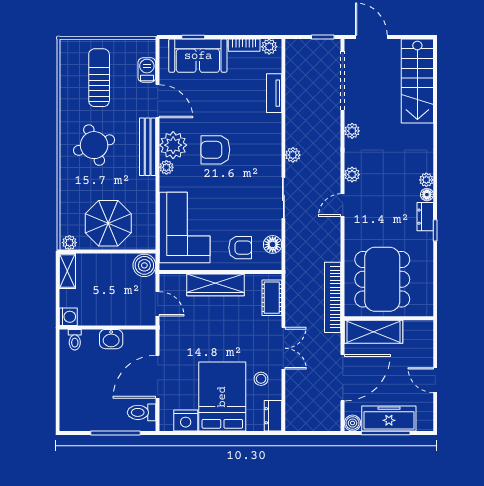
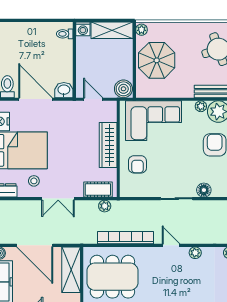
plant: (293, 155) -> (105, 206), moved
floor lamp: (273, 244) -> (204, 190), moved
shelving: (67, 271) -> (112, 30), width x1.50, depth x1.33
bookcase: (333, 297) -> (126, 238), moved
door: (158, 304) -> (93, 99), swing flipped
washbasin: (111, 339) -> (64, 90), moved, turned 90

